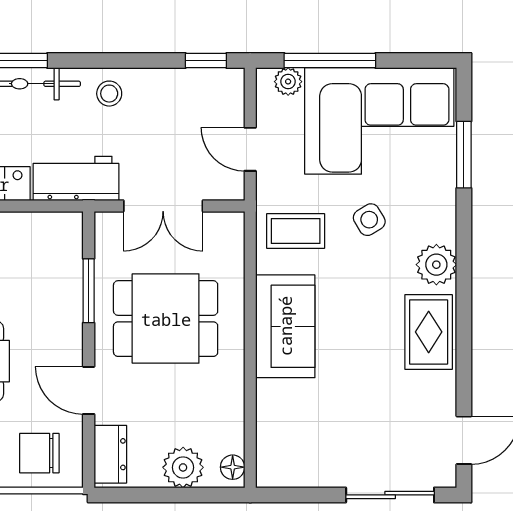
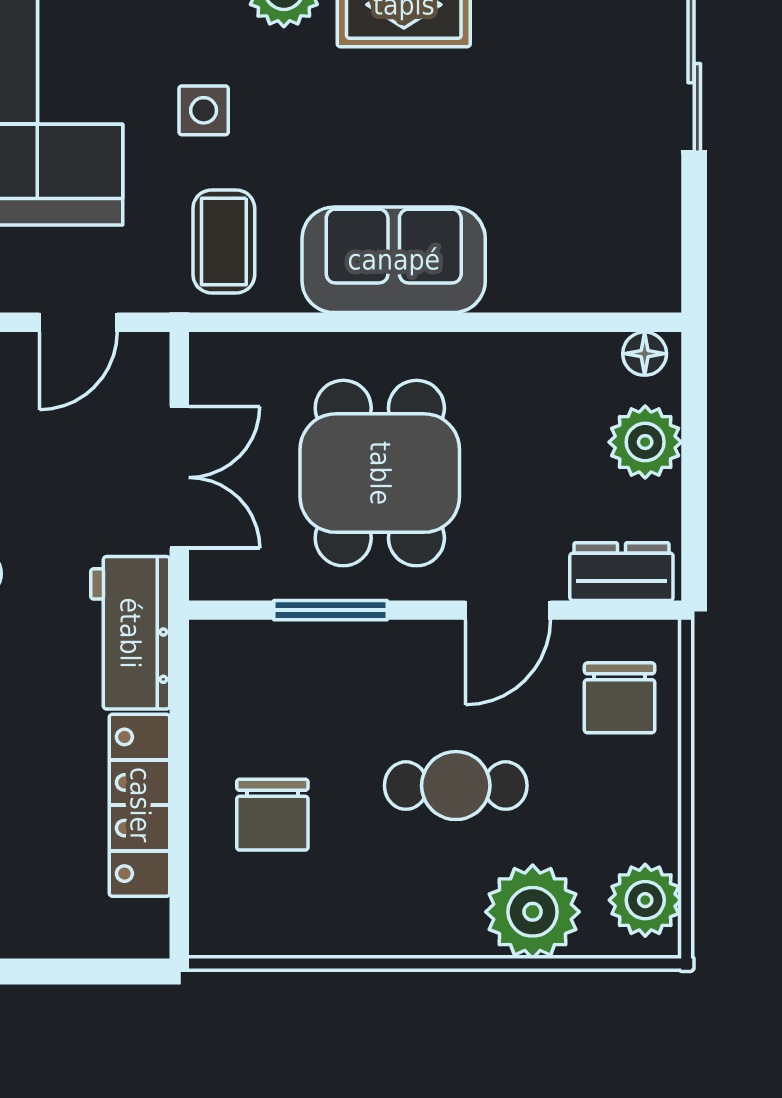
side table: (369, 220) -> (204, 110), turned 31

